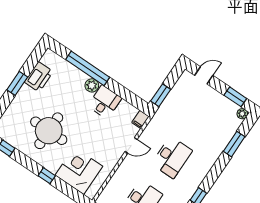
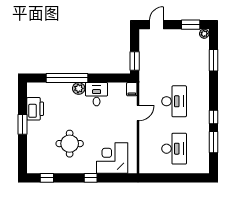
round table: (49, 131) -> (70, 144), width x0.73, depth x0.73

